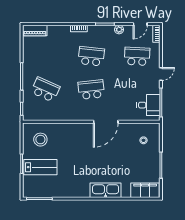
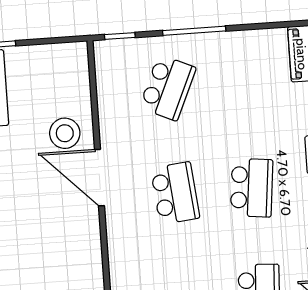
door: (106, 122) -> (100, 178), moved
stool: (40, 140) -> (65, 133), moved

